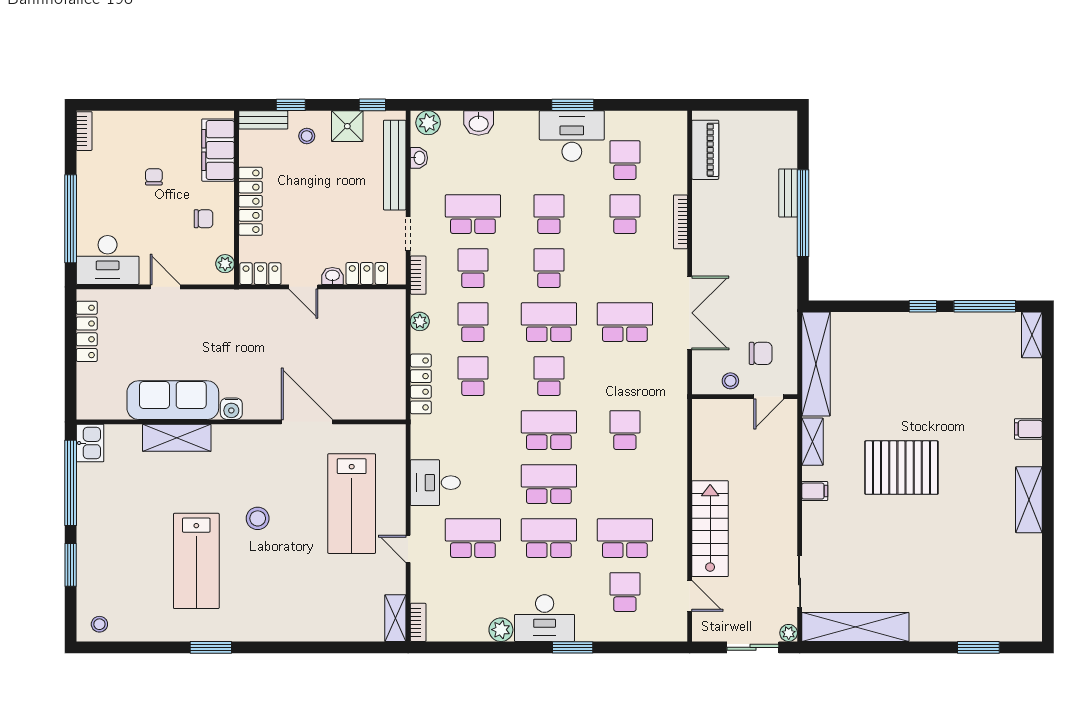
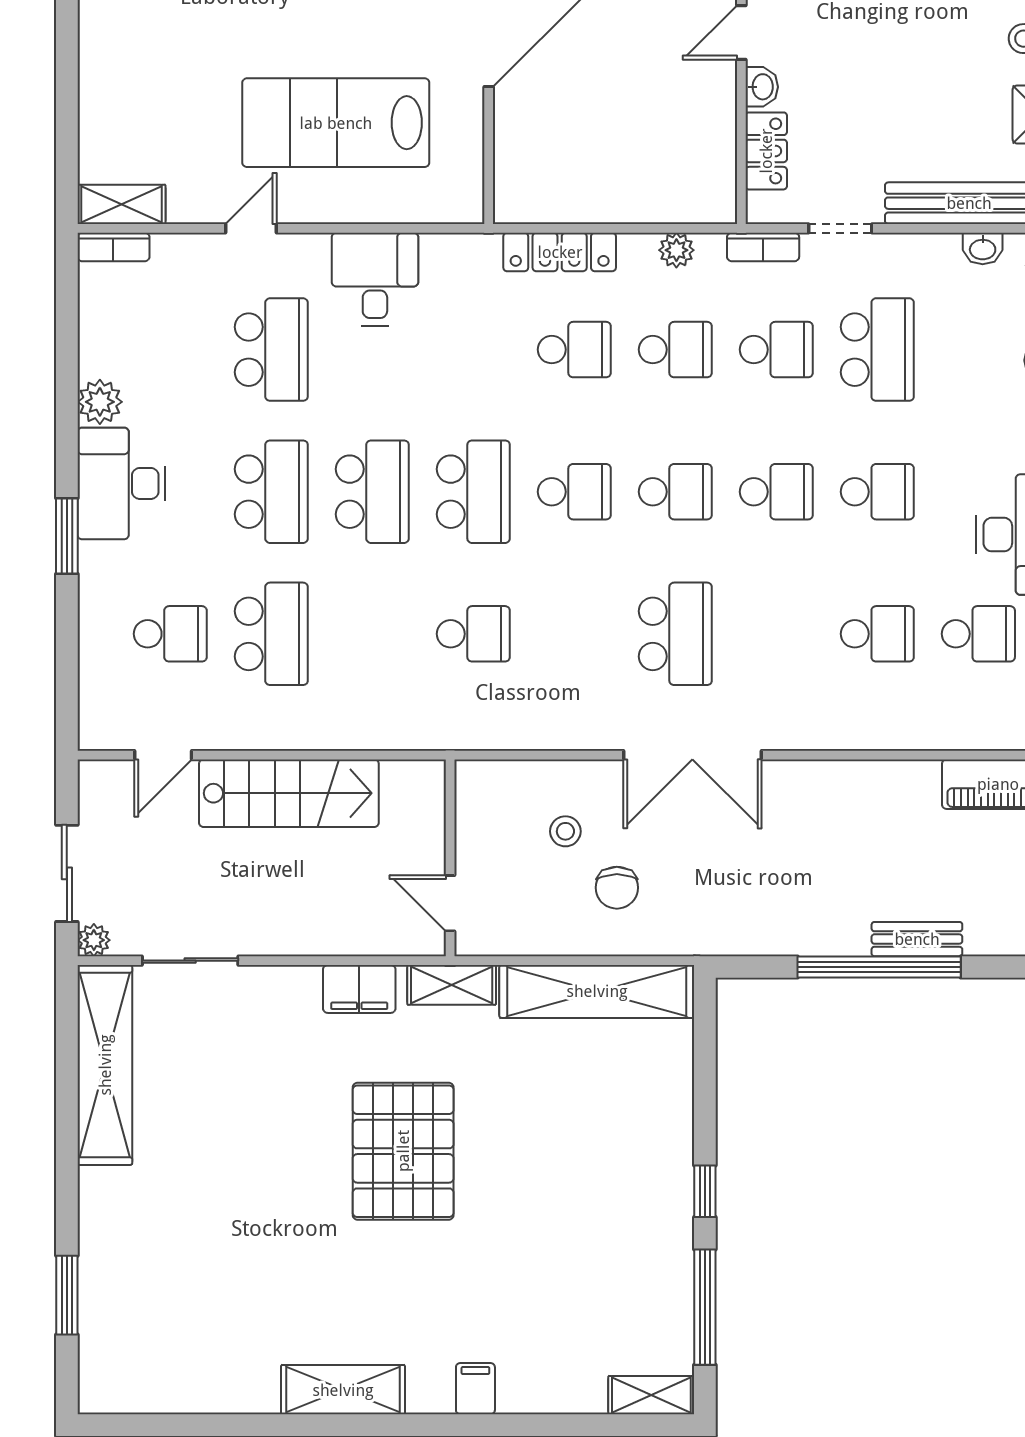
bookcase: (680, 222) -> (863, 738), removed
school desk: (549, 322) -> (675, 492), width x0.54
wall: (745, 397) -> (450, 858), moved
door: (769, 397) -> (450, 903), moved
filing cabinet: (815, 491) -> (359, 989), width x2.00

